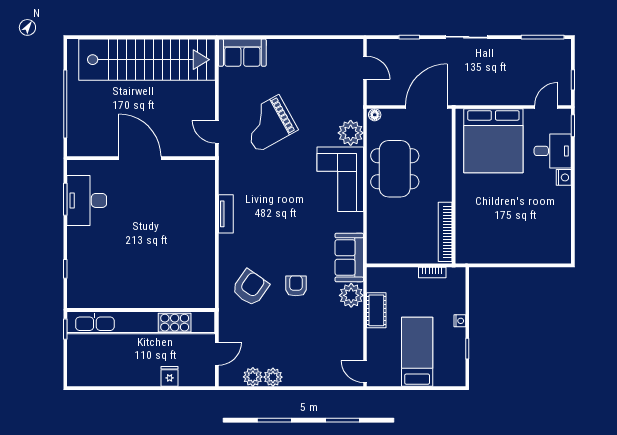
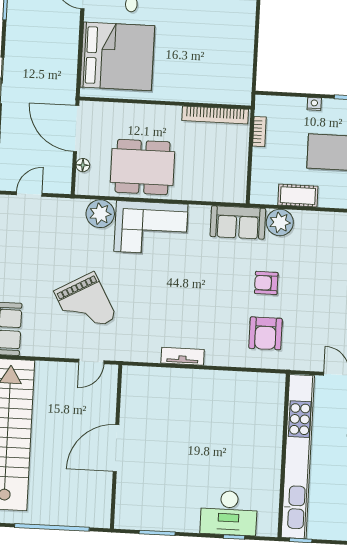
floor lamp: (375, 115) -> (83, 165), moved
desk: (87, 200) -> (229, 513), moved
armchair: (250, 288) -> (265, 333), turned -125

